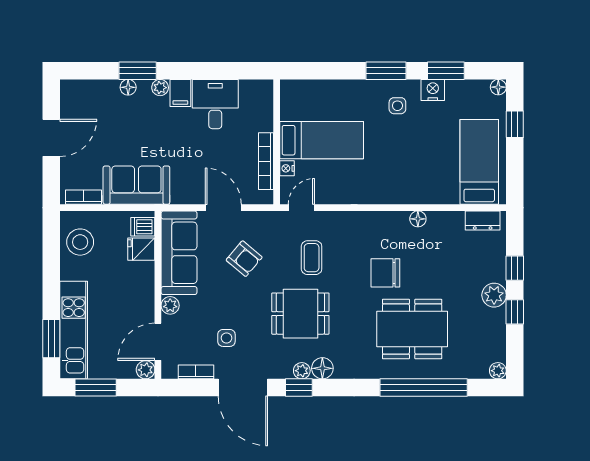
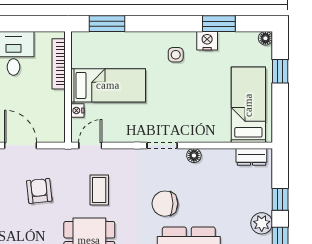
window: (386, 71) -> (107, 24), moved
bookcase: (266, 161) -> (59, 64), moved
doorway: (382, 208) -> (162, 145), added
armchair: (244, 259) -> (39, 191), turned -136

